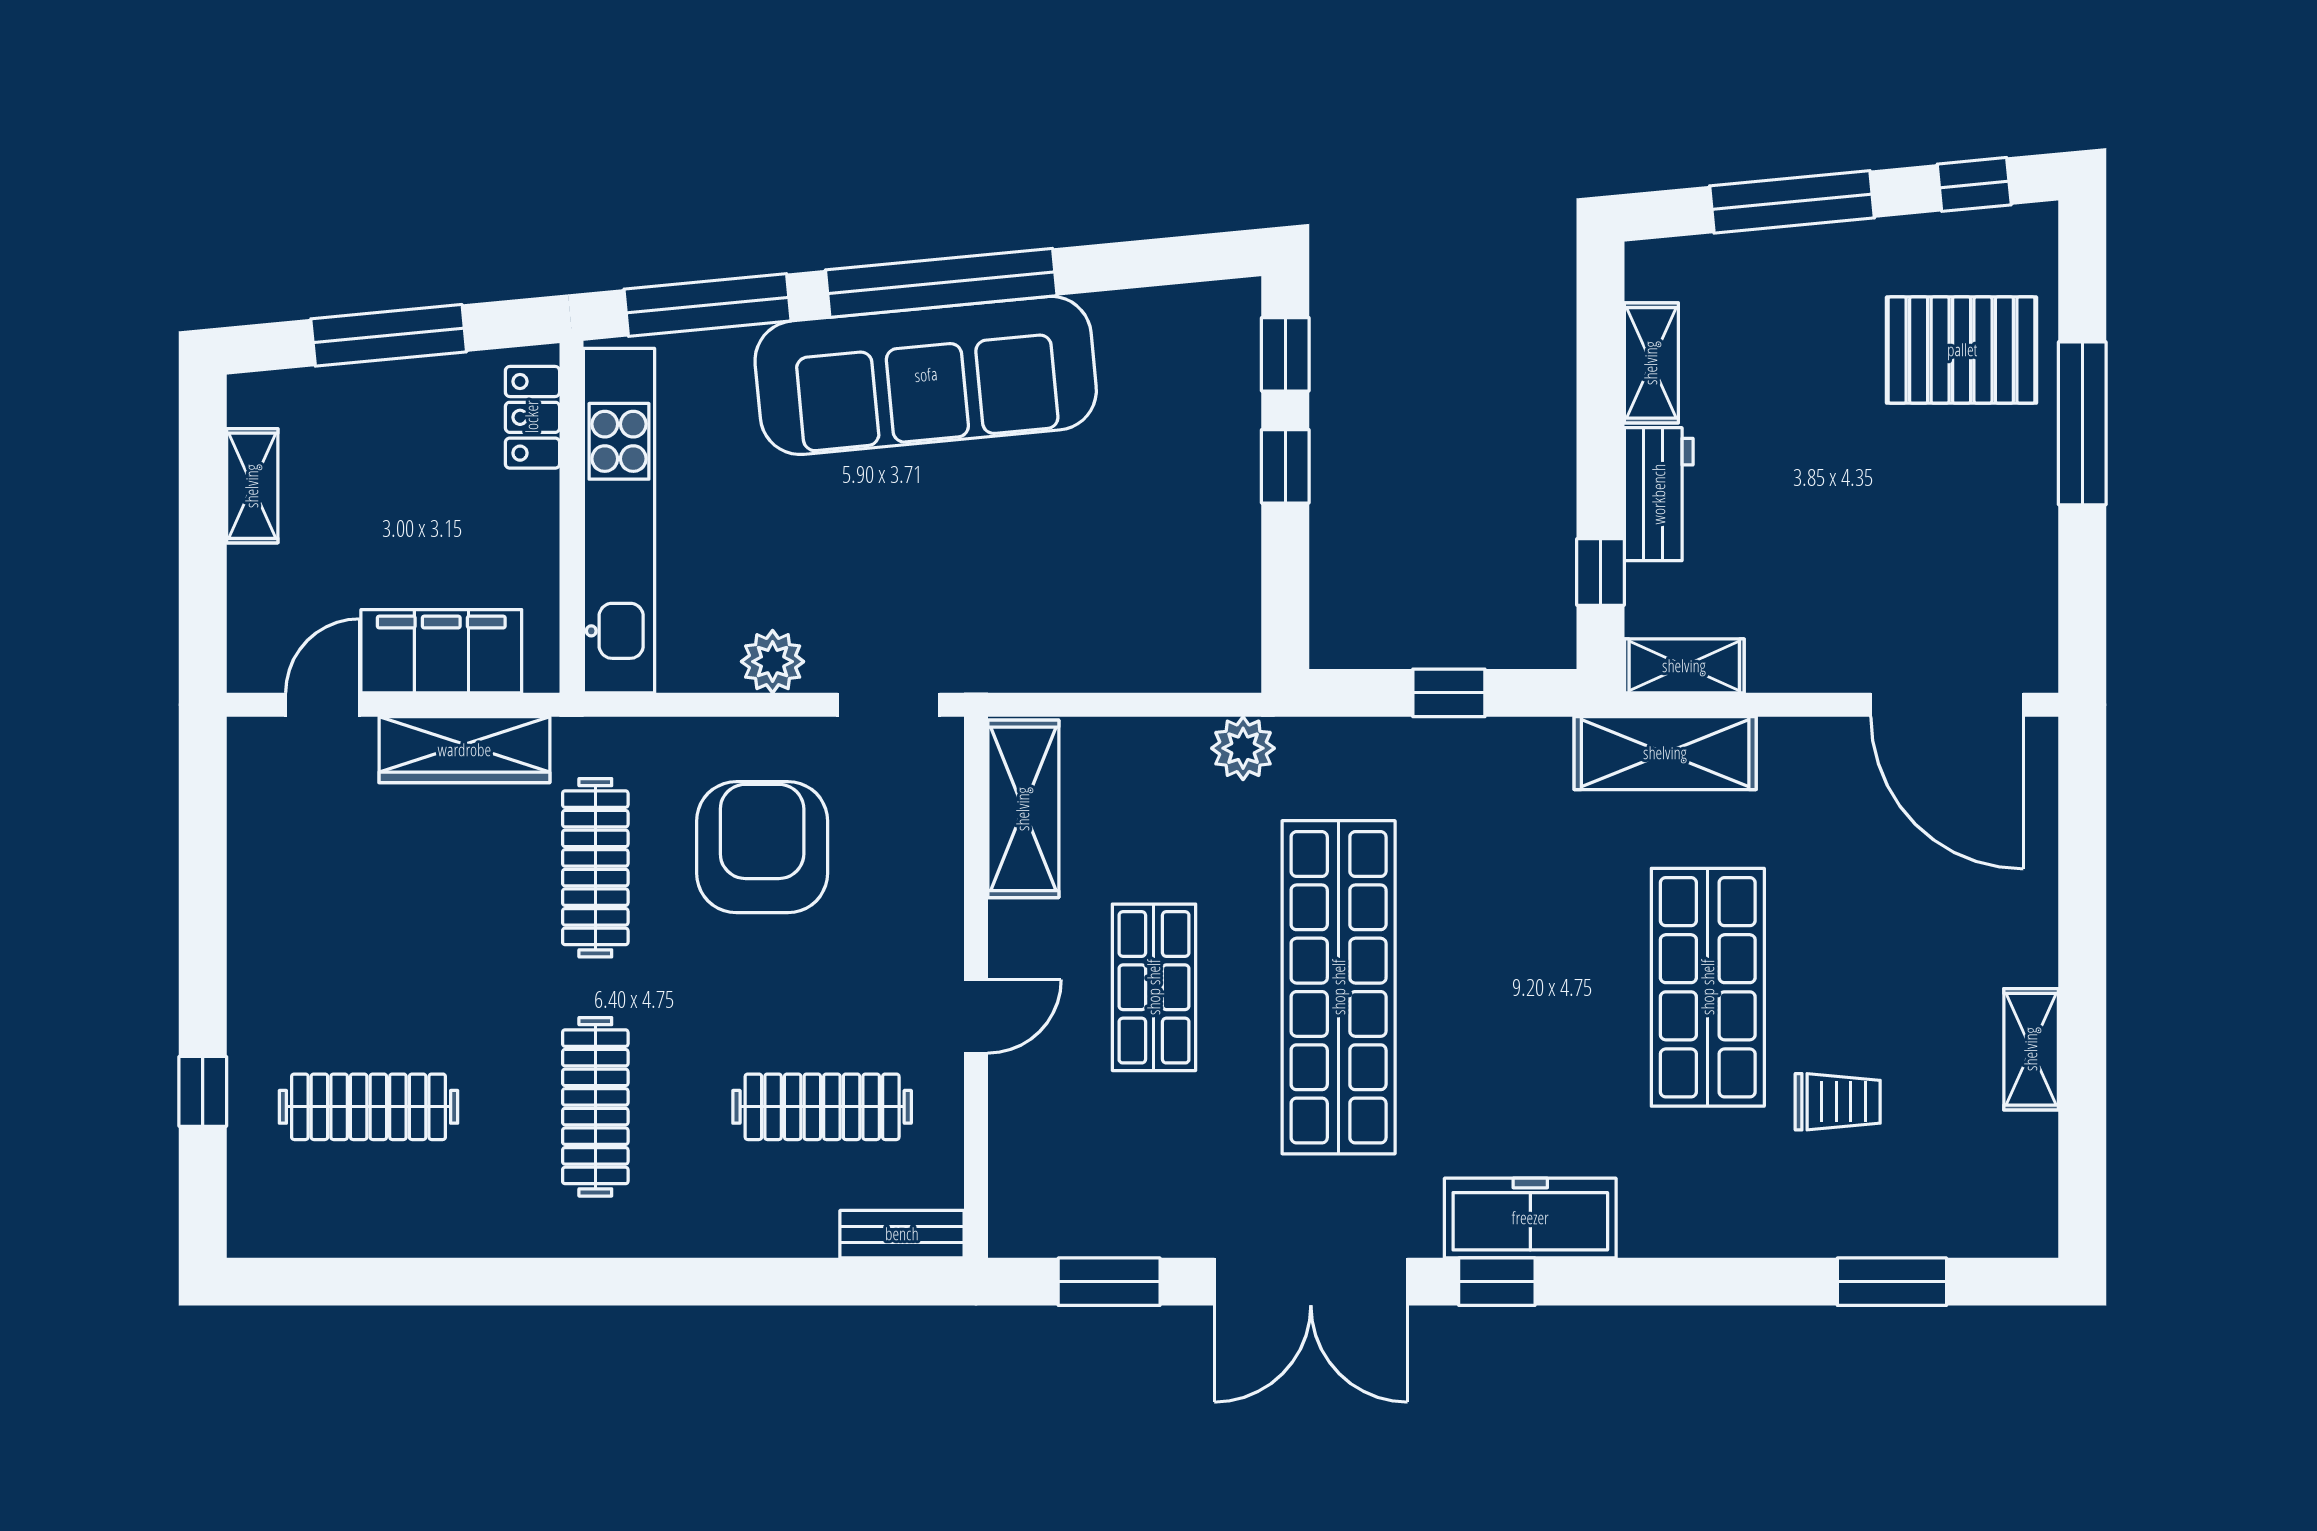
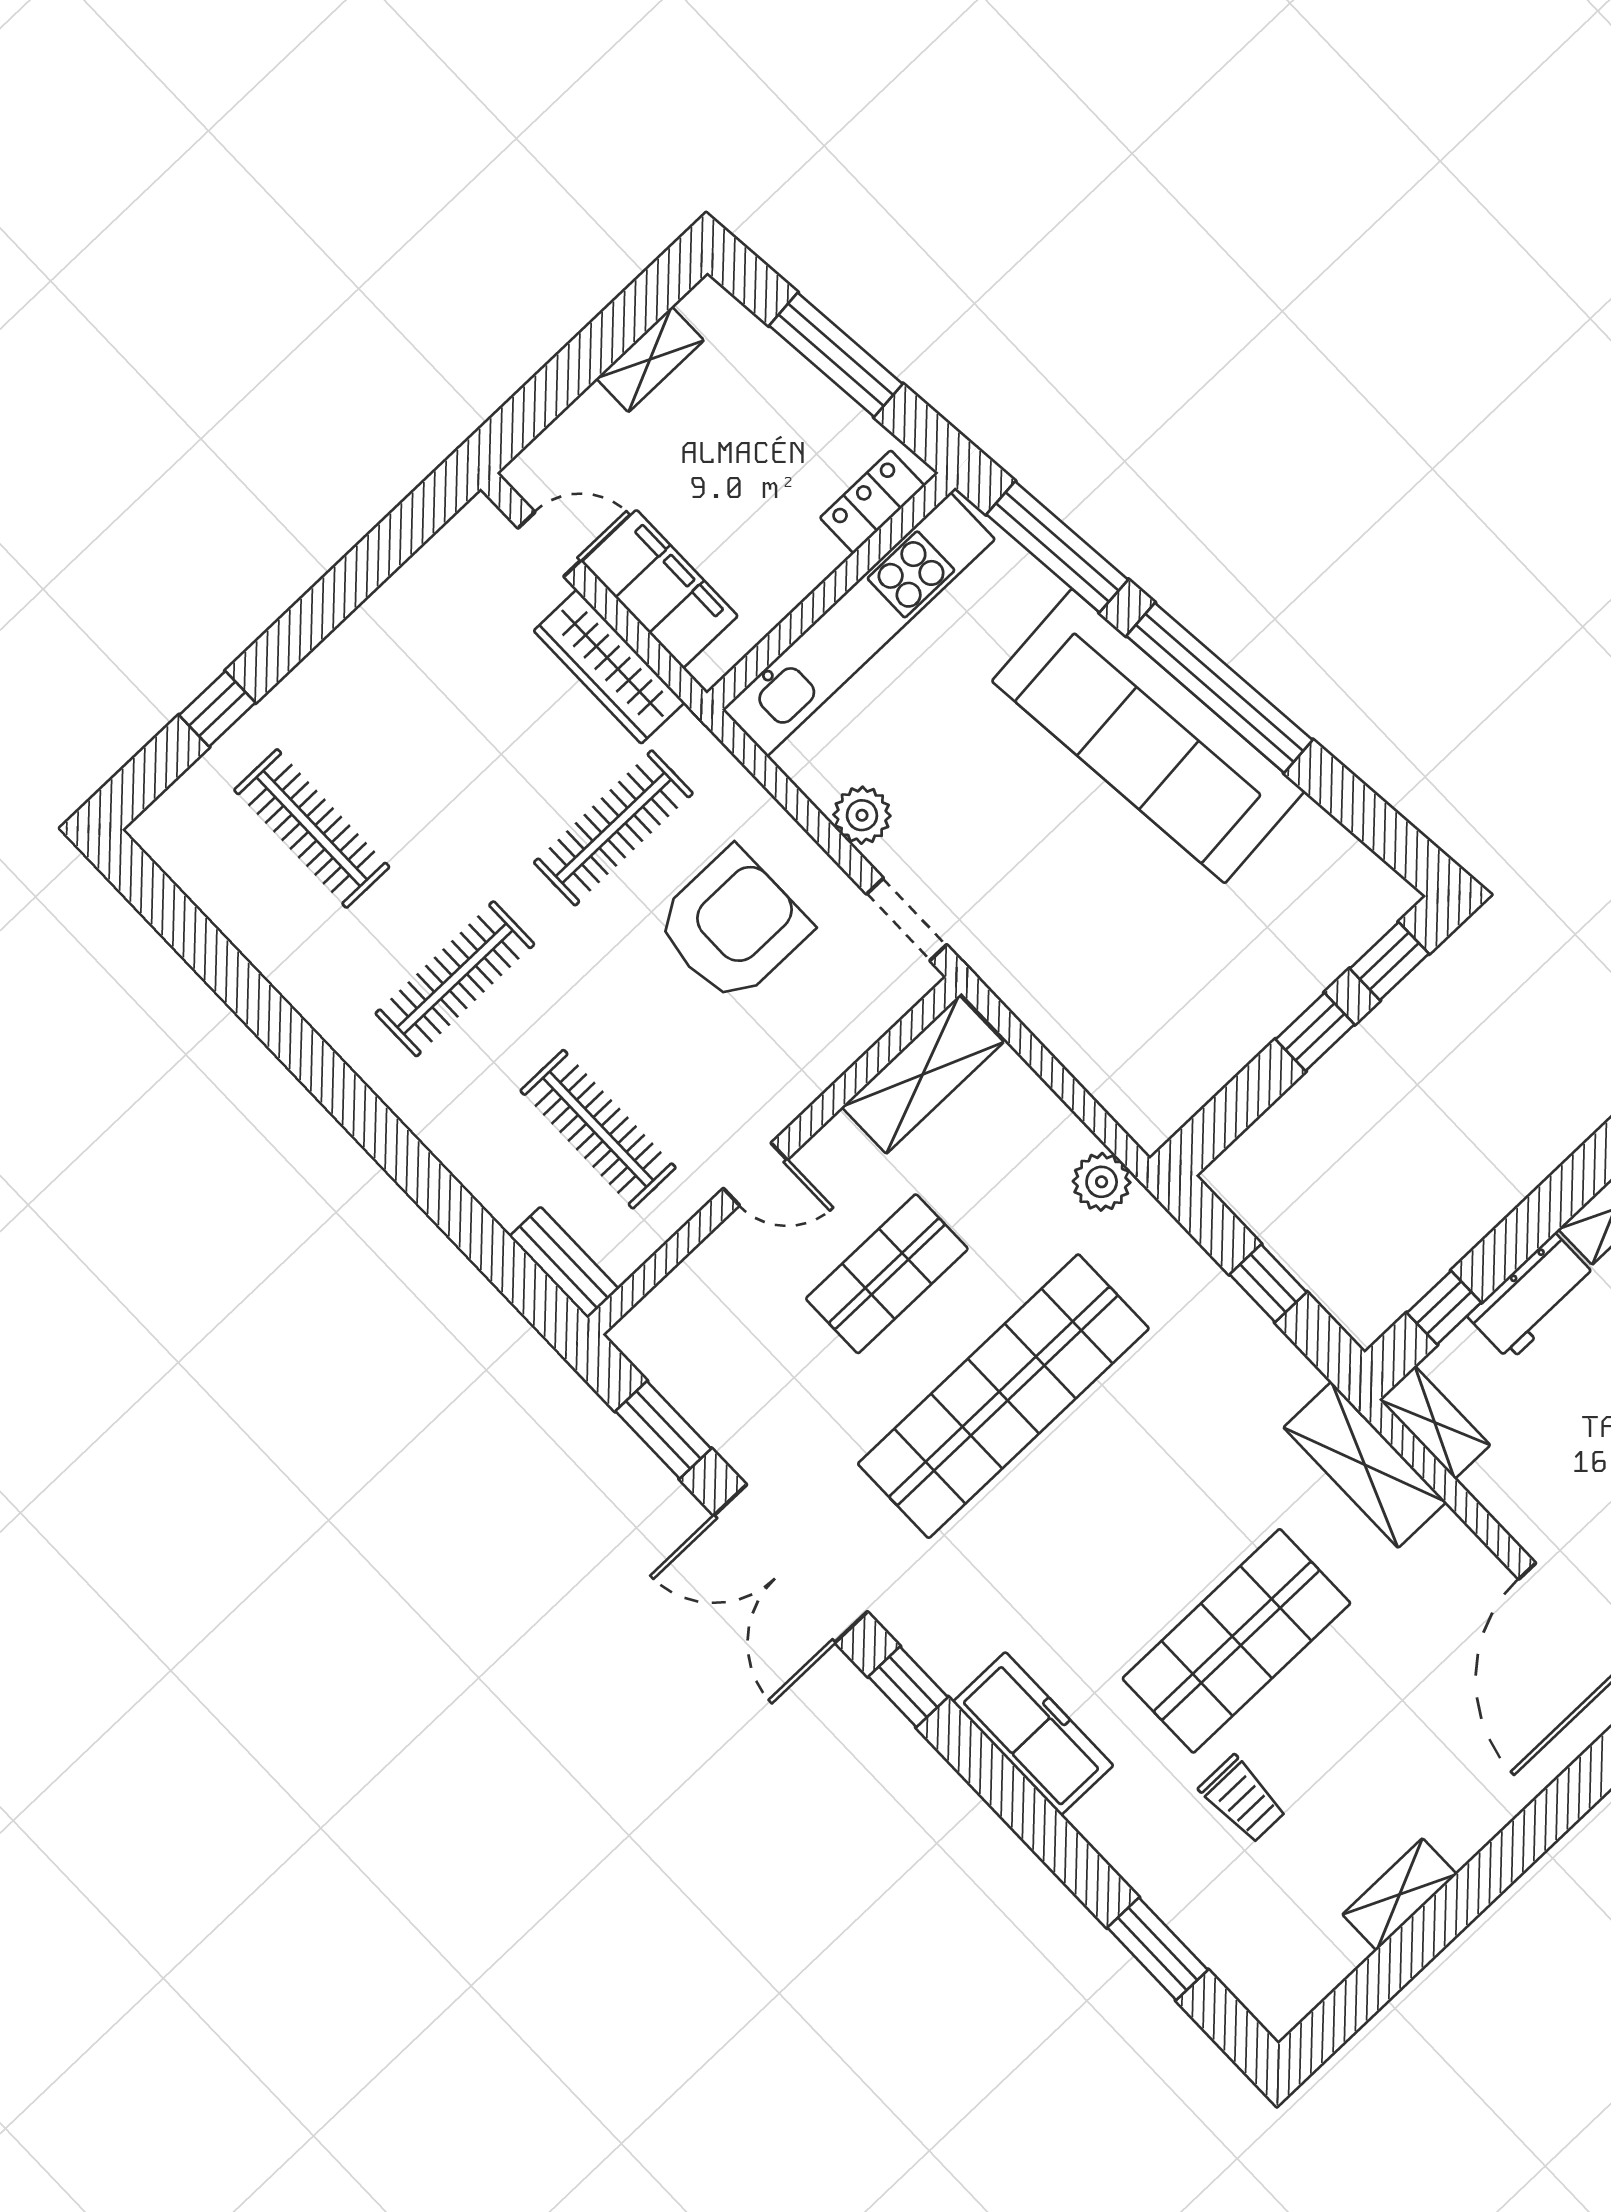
freezer: (1530, 1218) -> (1033, 1734), moved

